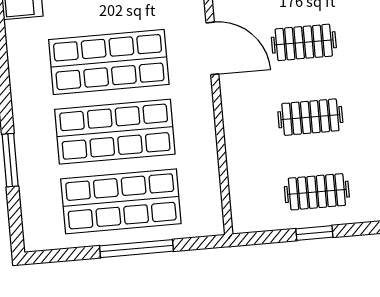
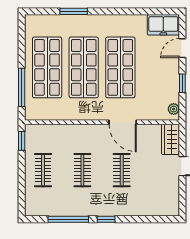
door: (212, 48) -> (123, 122), hinge flipped
window: (314, 233) -> (22, 141), moved
window: (137, 249) -> (22, 87), moved

